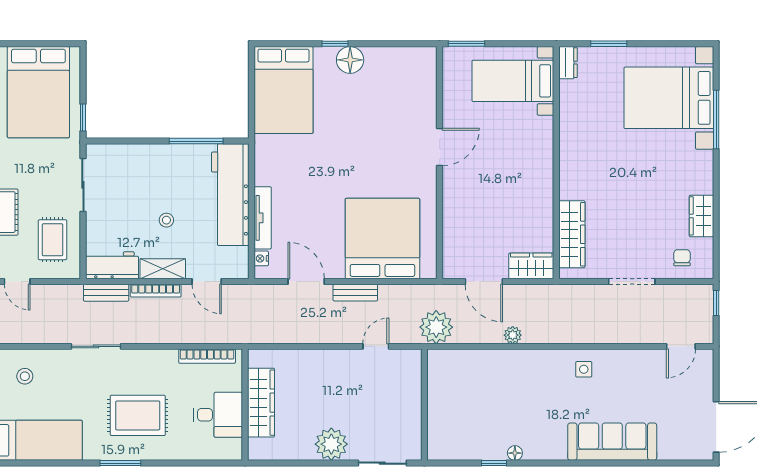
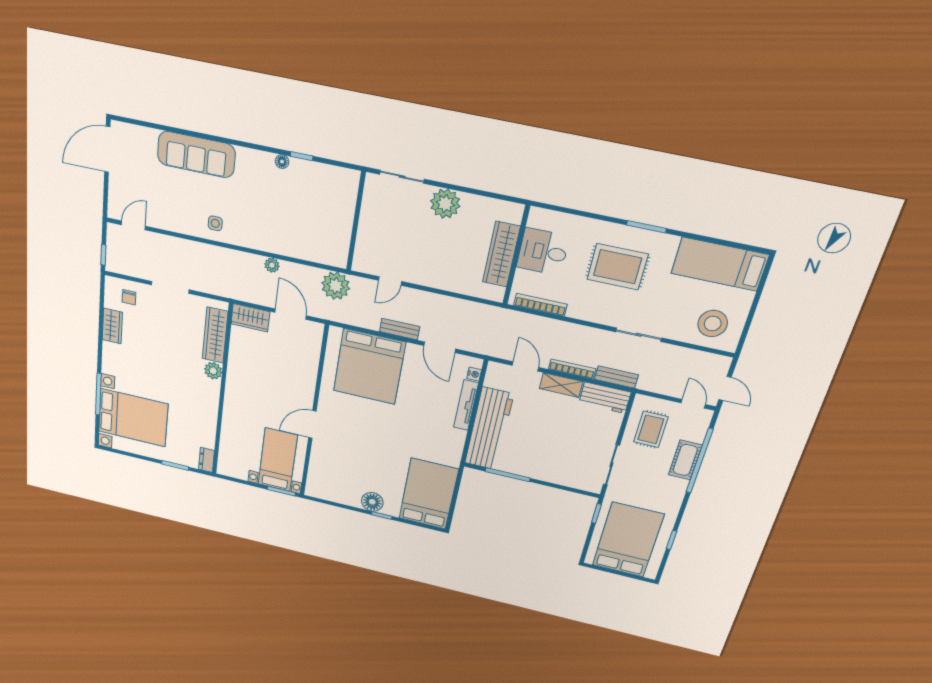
bed with nightstands: (513, 81) -> (278, 460), moved, turned -90
plant: (570, 188) -> (213, 371), added
stool: (166, 220) -> (548, 422), removed
stool: (25, 376) -> (713, 324), width x1.89, depth x1.89

